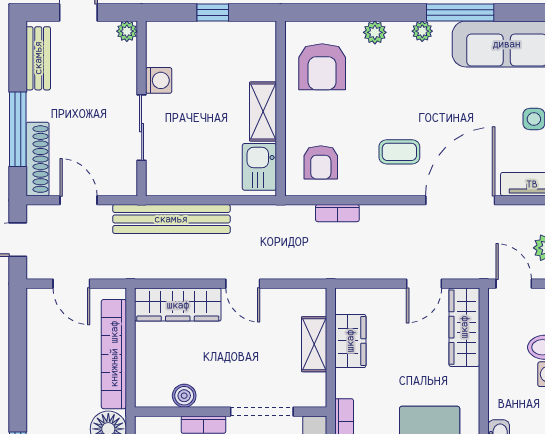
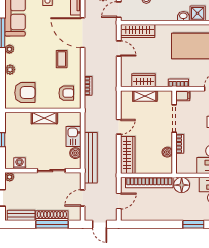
washing machine: (159, 80) -> (19, 163), moved
shoe rack: (38, 159) -> (52, 216), moved
kitchen sink: (259, 167) -> (73, 137), moved, turned 90
boiler: (182, 183) -> (75, 153), added

